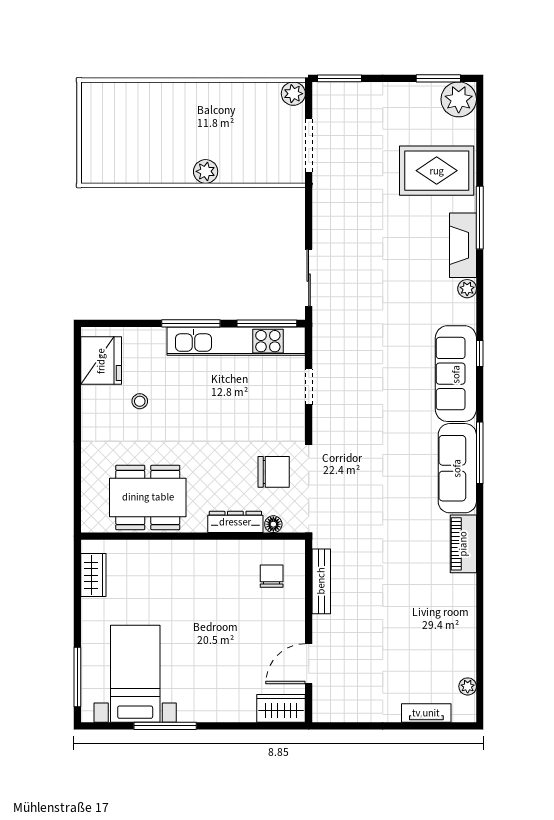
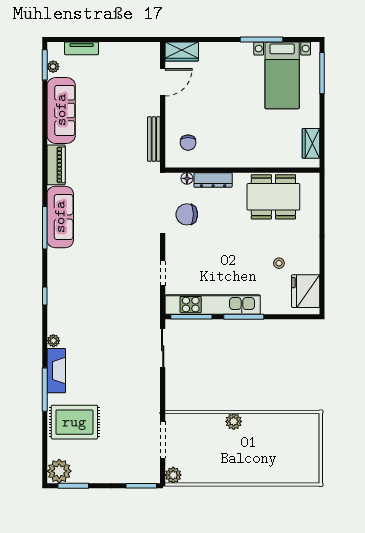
sofa: (456, 374) -> (61, 110), moved
window: (480, 689) -> (45, 65), added

